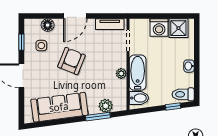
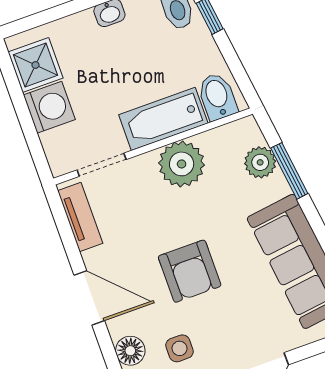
armchair: (71, 61) -> (190, 271), turned -112
plant: (121, 73) -> (182, 164), width x1.87, depth x1.87

